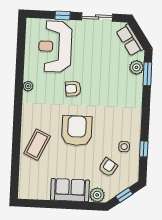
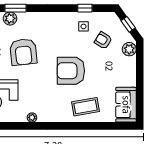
armchair: (73, 89) -> (23, 52), moved, width x1.88, depth x1.88
coffee table: (37, 145) -> (86, 107), turned -35
sofa: (70, 190) -> (126, 105), moved

